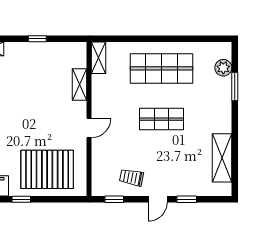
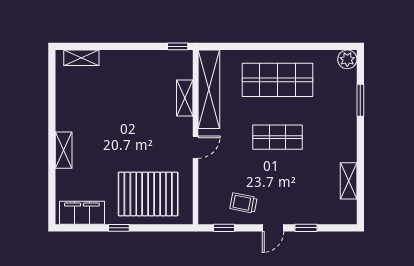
window: (37, 39) -> (178, 46), moved
shelving: (99, 58) -> (209, 89), width x2.20, depth x1.33
plant: (223, 68) -> (347, 59), moved
shelving: (222, 158) -> (349, 181), width x0.67, depth x0.75

